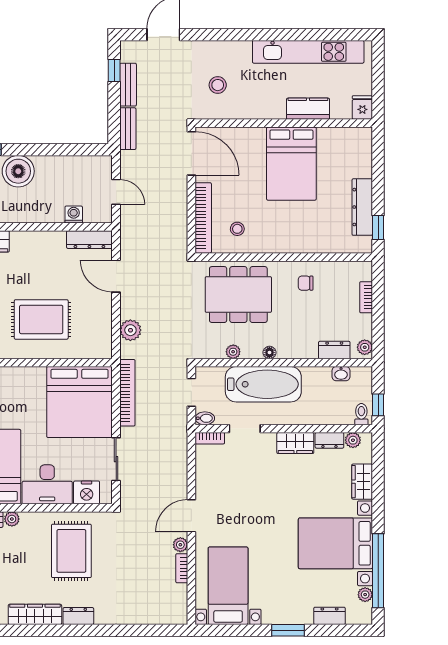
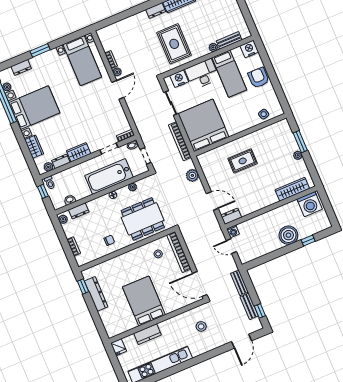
washing machine: (74, 214) -> (233, 231), moved
dresser: (89, 240) -> (231, 216), width x0.70
rug: (41, 319) -> (243, 161), width x0.73, depth x0.70

